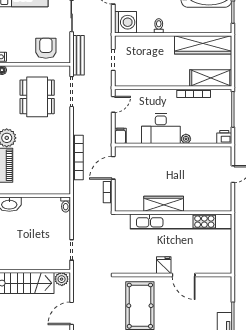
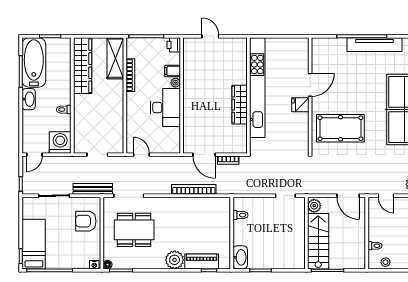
filing cabinet: (120, 136) -> (173, 71), moved
toilet: (66, 205) -> (240, 215), moved

